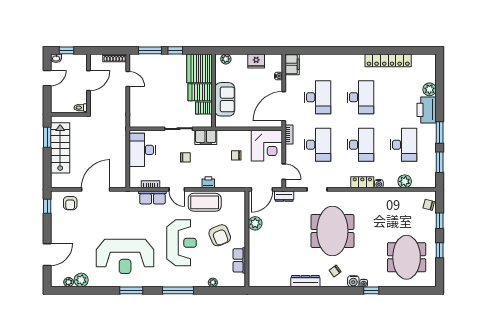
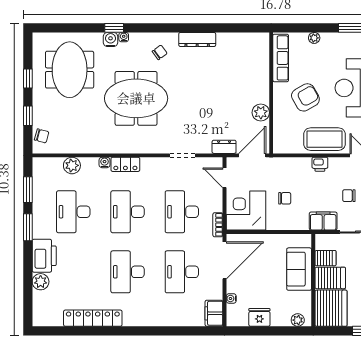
meeting table: (332, 231) -> (136, 98), moved, turned 90
armchair: (220, 235) -> (305, 97), turned 82
row of seats: (239, 260) -> (281, 58), width x1.48
water cooler: (353, 281) -> (111, 39), moved

